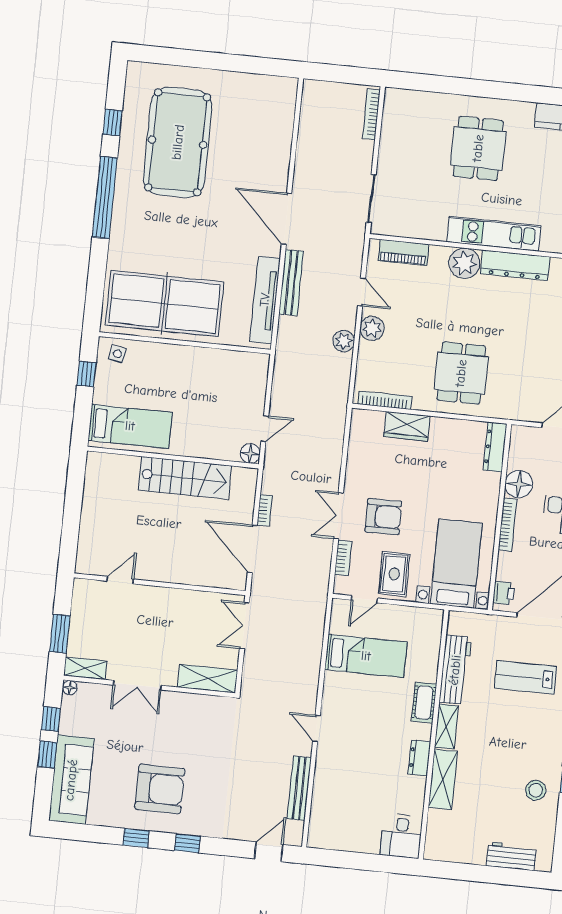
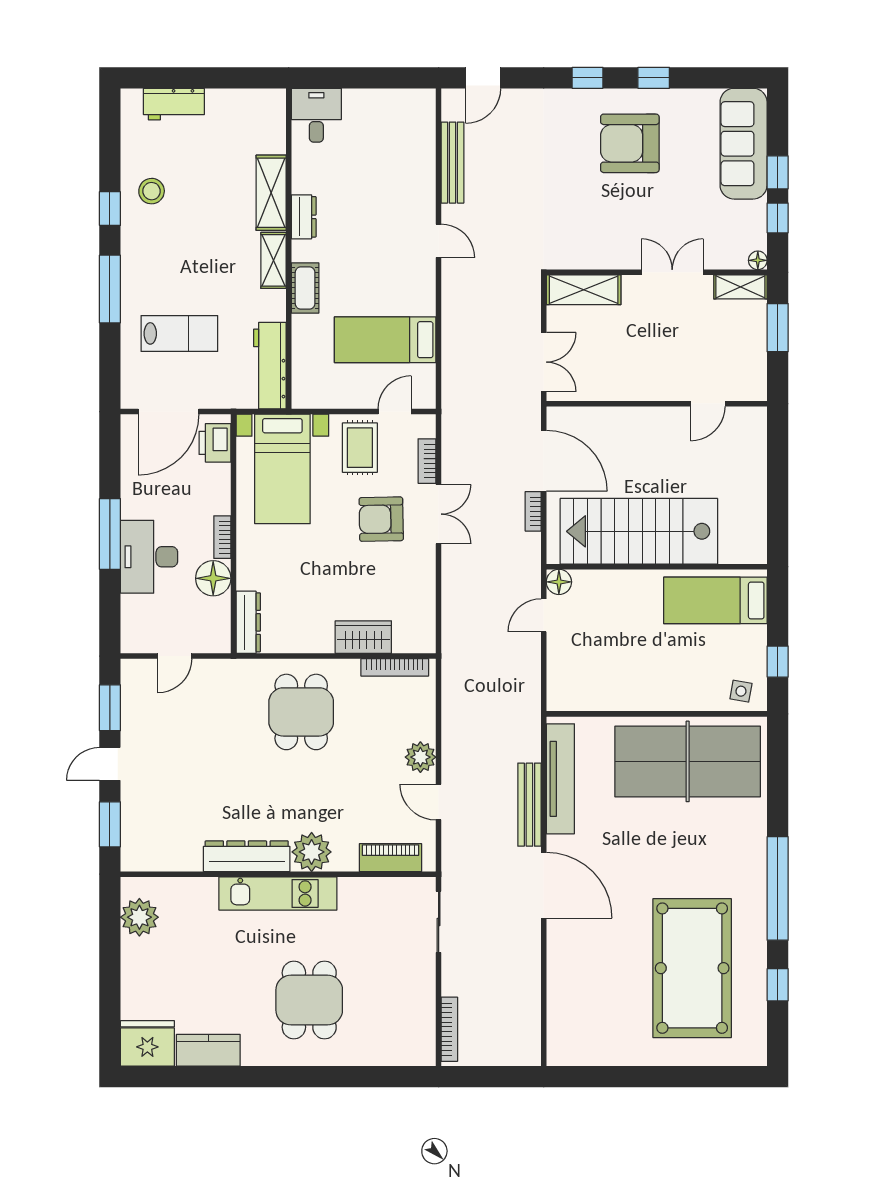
plant: (344, 341) -> (455, 737), removed
stairs: (185, 478) -> (639, 531), width x1.36, depth x1.51
bookcase: (507, 525) -> (222, 537), width x0.64
printer: (504, 593) -> (215, 443), width x1.36, depth x1.24
workbench: (455, 670) -> (270, 366), moved

